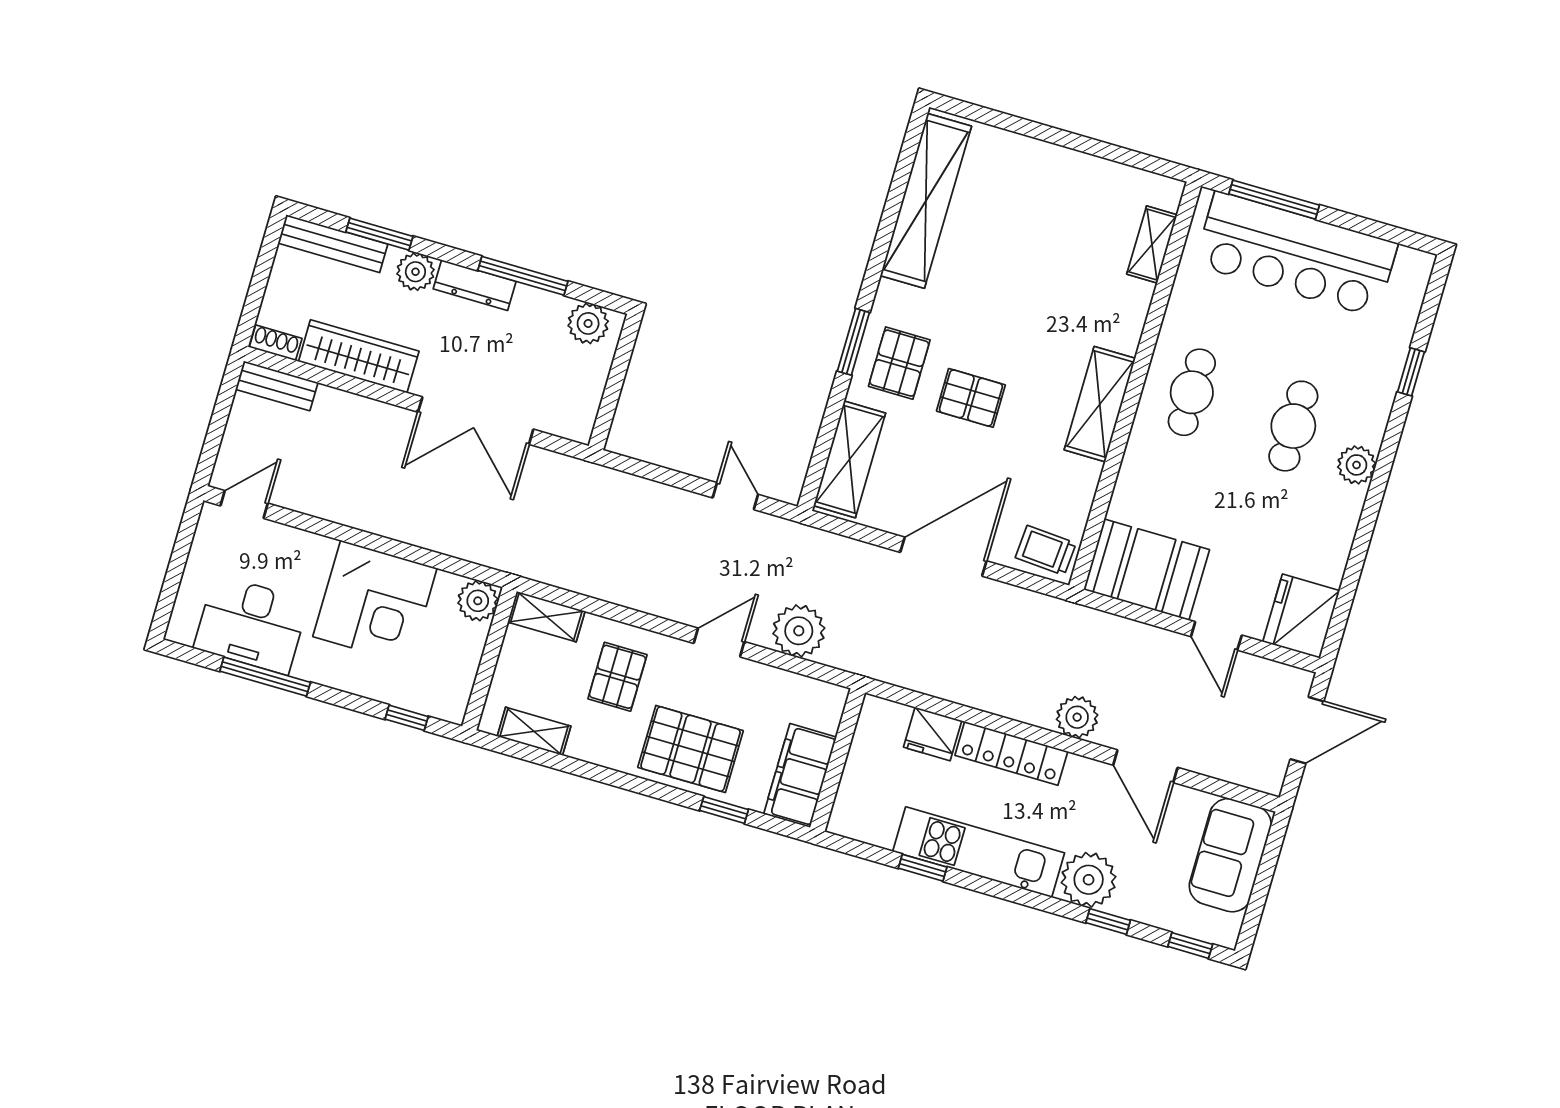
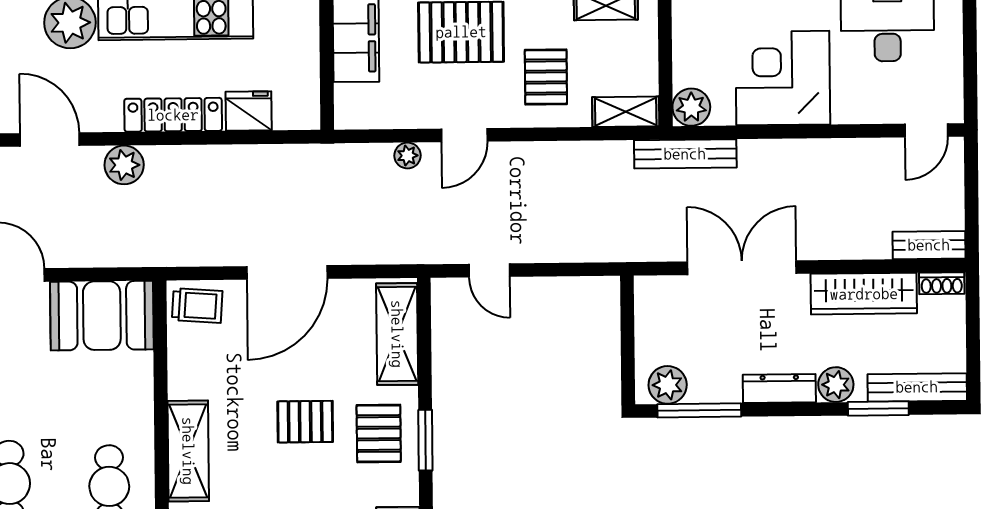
window: (523, 276) -> (699, 410), moved
bench: (498, 555) -> (685, 154), added
plant: (799, 631) -> (407, 156), width x0.53, depth x0.53

